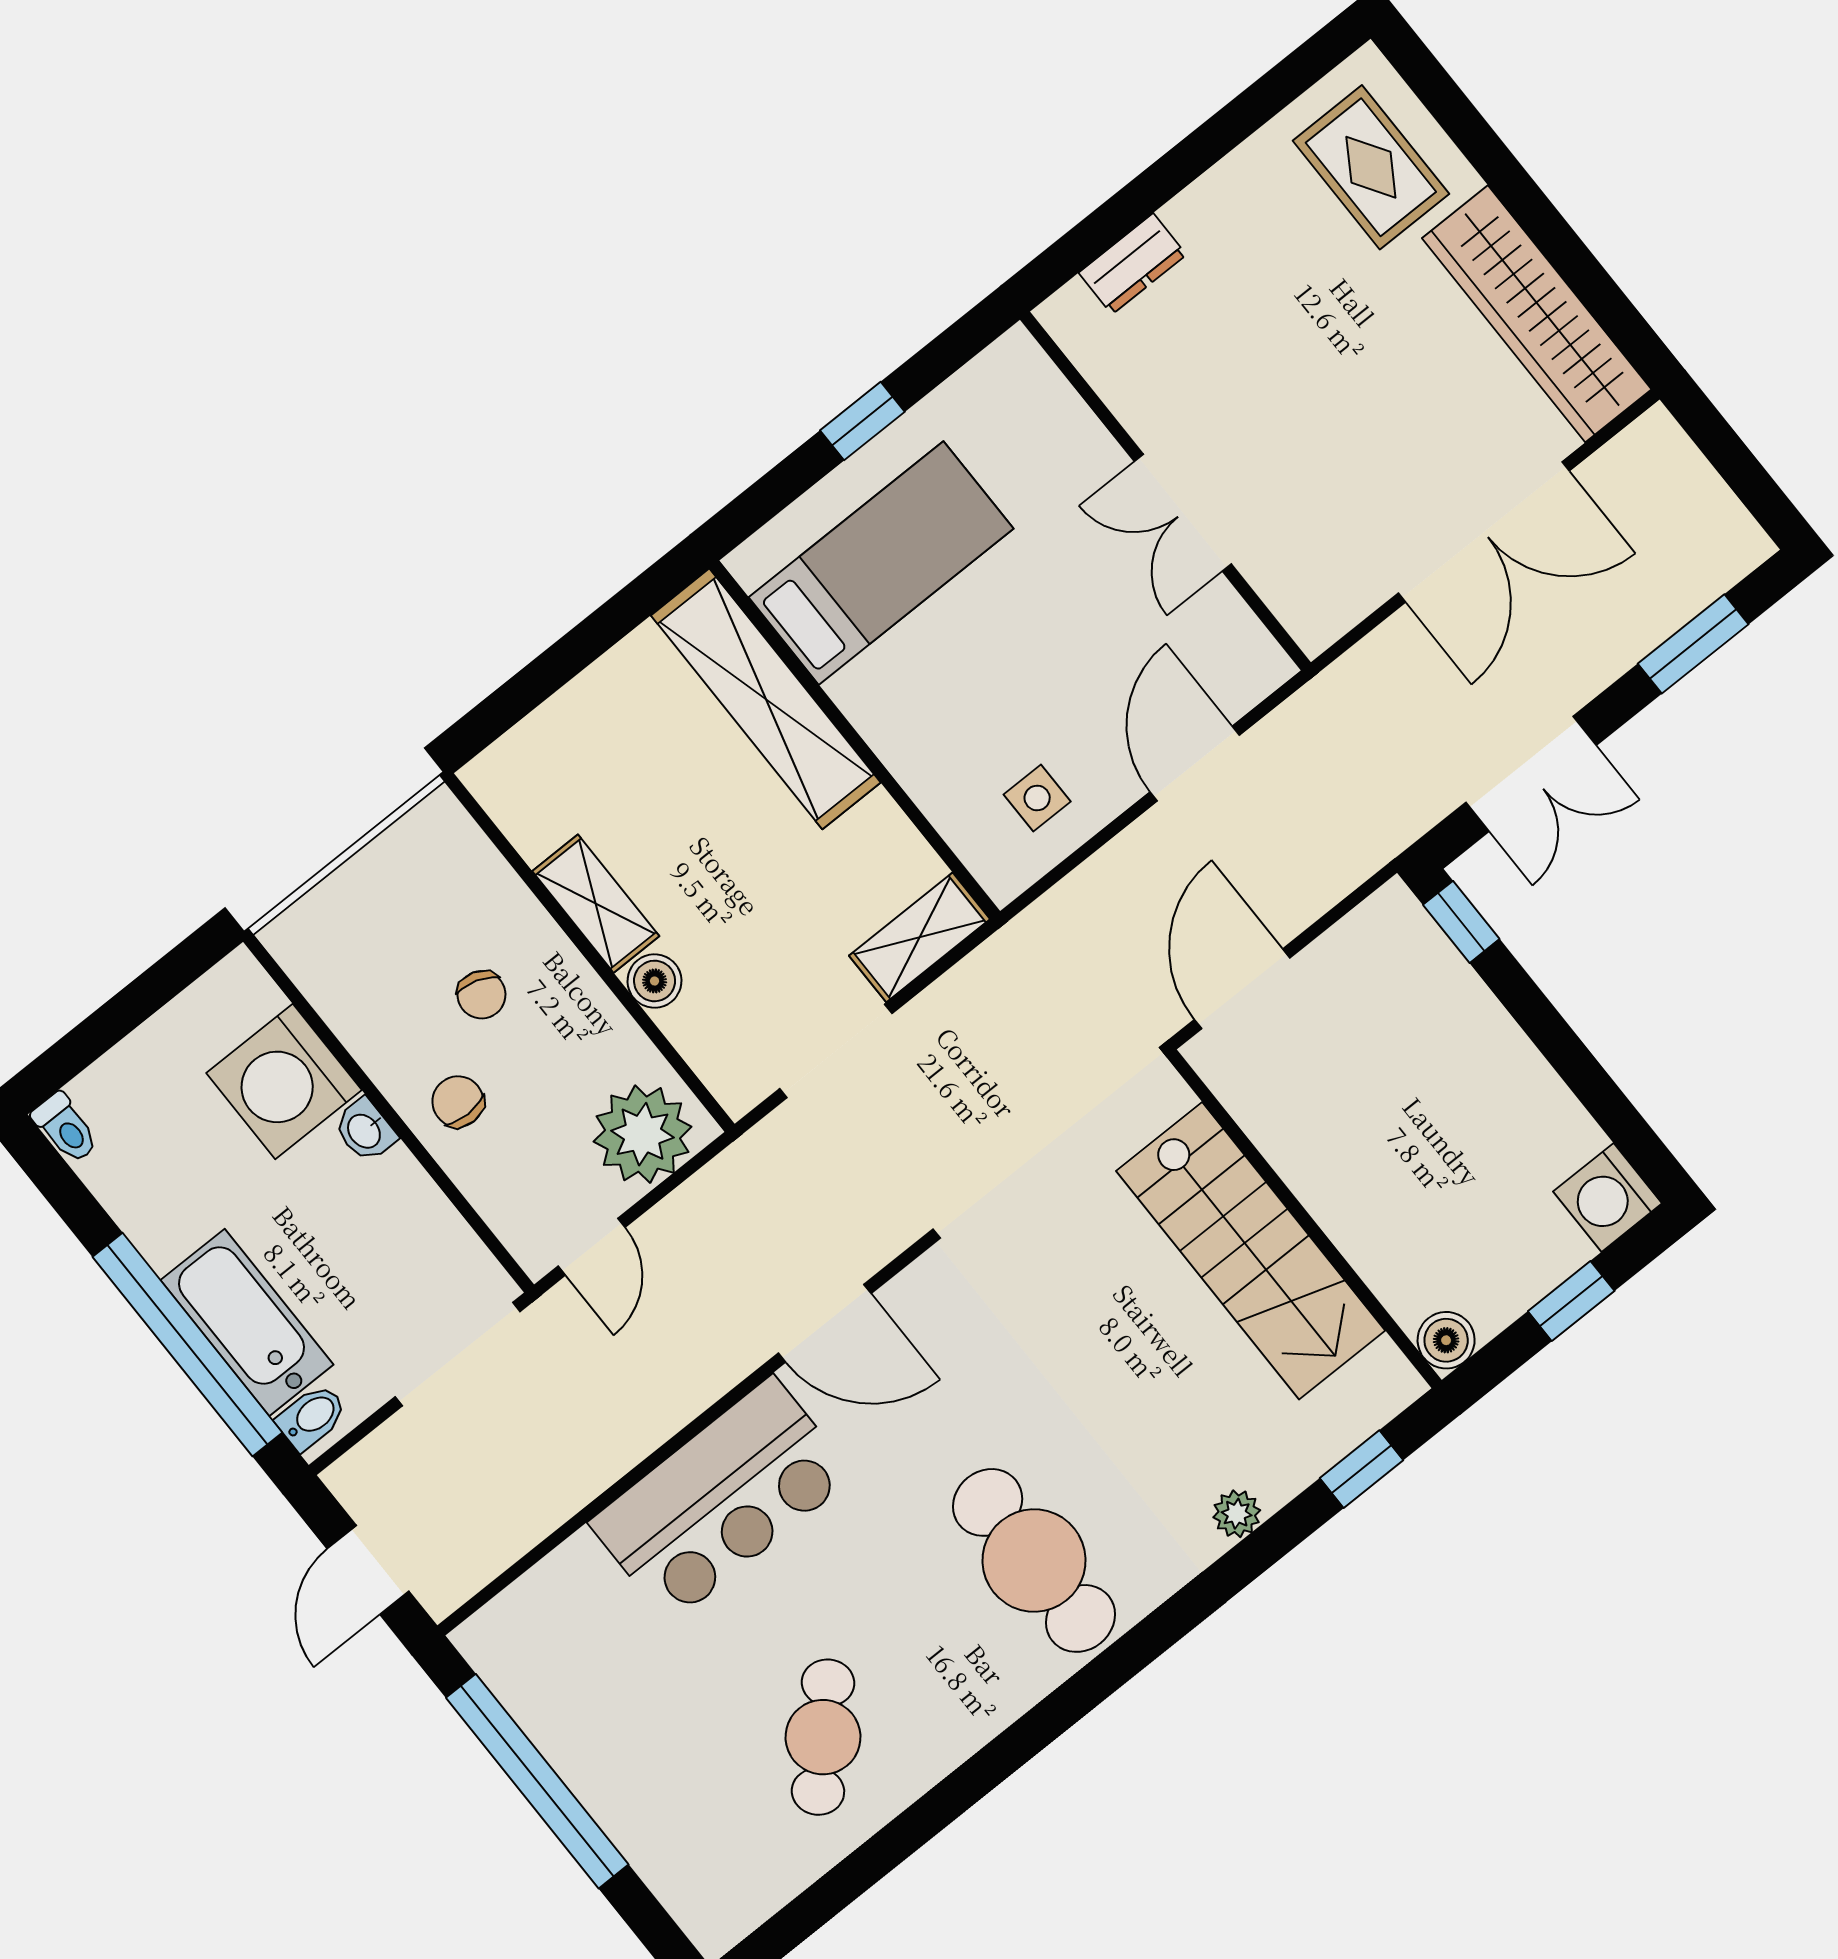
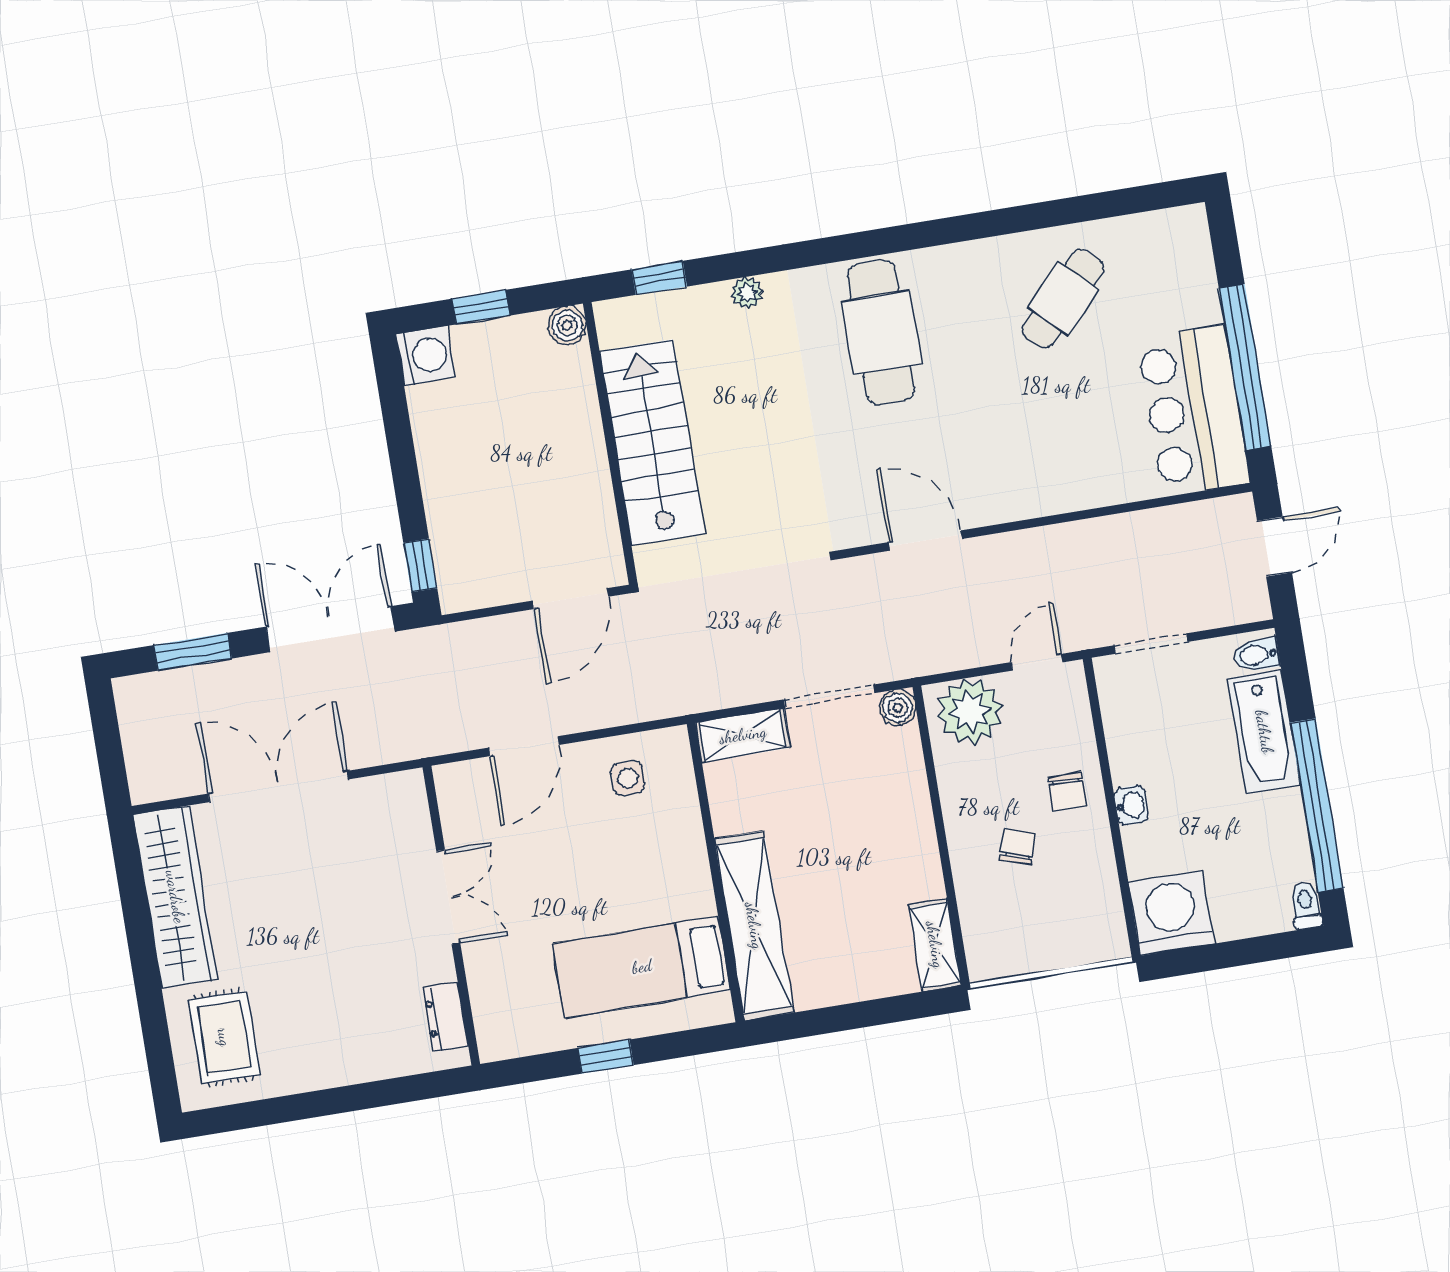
dresser: (1133, 264) -> (445, 1017), moved, turned -90
double door: (1531, 774) -> (331, 629), width x1.37
shelving: (596, 904) -> (935, 945), moved
boiler: (655, 981) -> (898, 708), moved
washing machine: (284, 1081) -> (1171, 913), moved, turned -90
window: (187, 1345) -> (1317, 805), moved
doorway: (458, 1354) -> (1151, 644), width x0.73
bar counter: (721, 1499) -> (1194, 411), moved, turned -90

